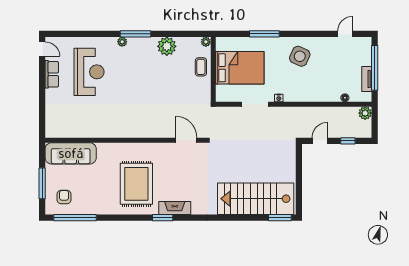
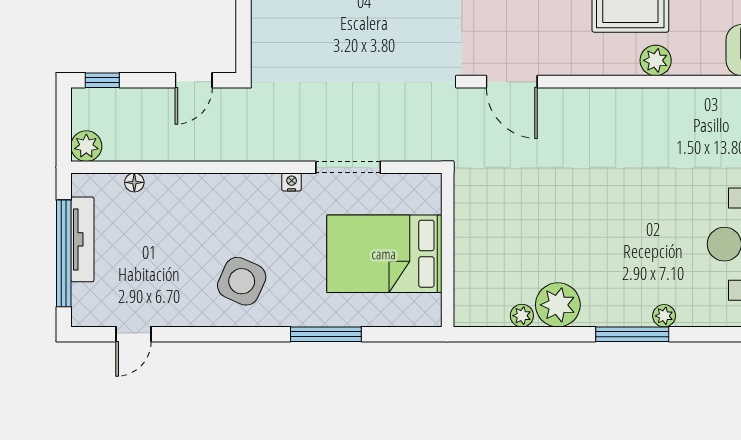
plant: (206, 42) -> (522, 316), moved
coffee table: (201, 67) -> (477, 256), removed
tv unit: (367, 79) -> (82, 239), width x1.41
window: (348, 141) -> (102, 80), moved
plant: (126, 149) -> (656, 60), added

